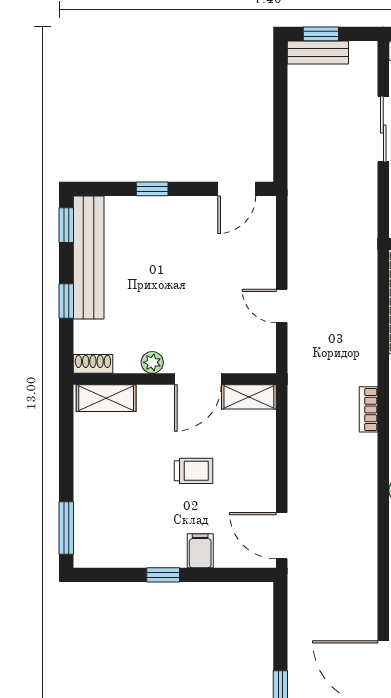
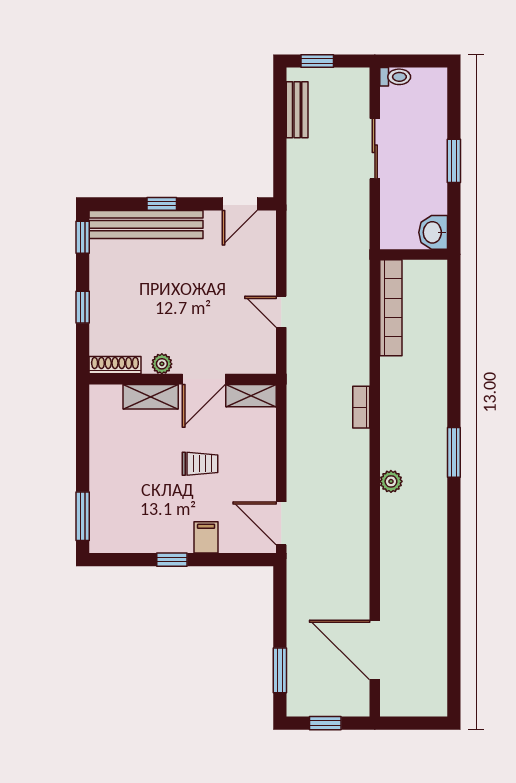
bench: (318, 52) -> (297, 110), moved, turned 90
bench: (89, 258) -> (146, 224), moved, turned 90
shoe rack: (93, 364) -> (115, 365), width x1.43
shelving: (106, 398) -> (151, 397), moved

